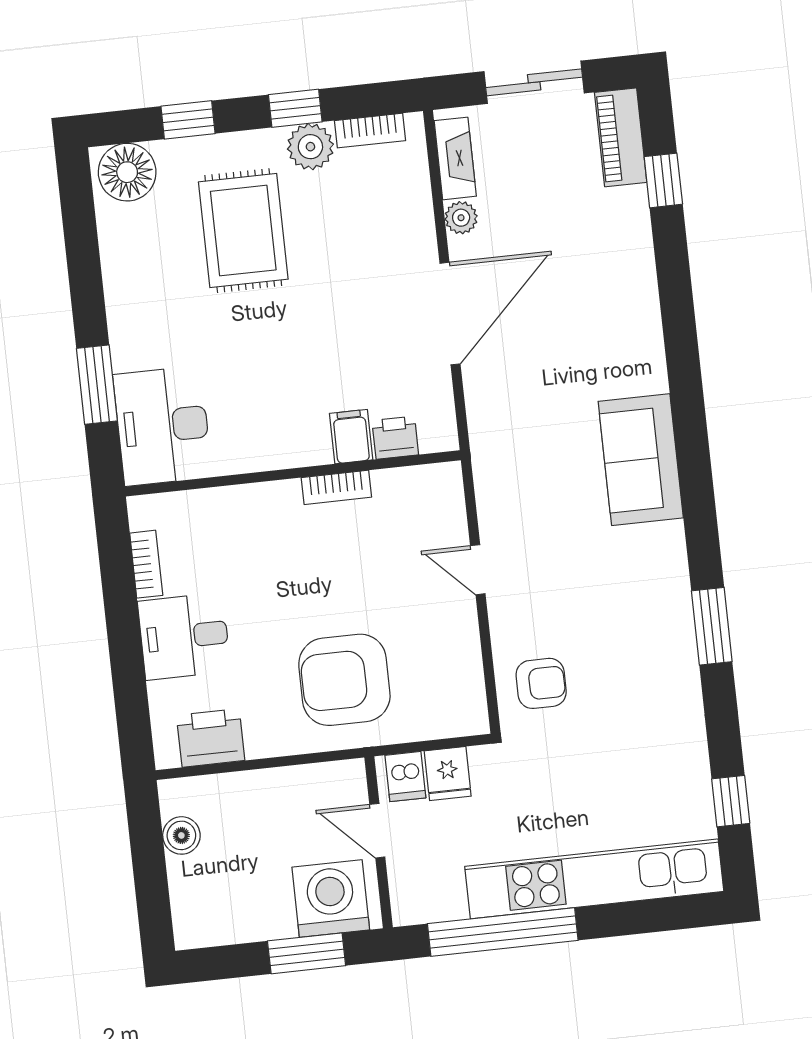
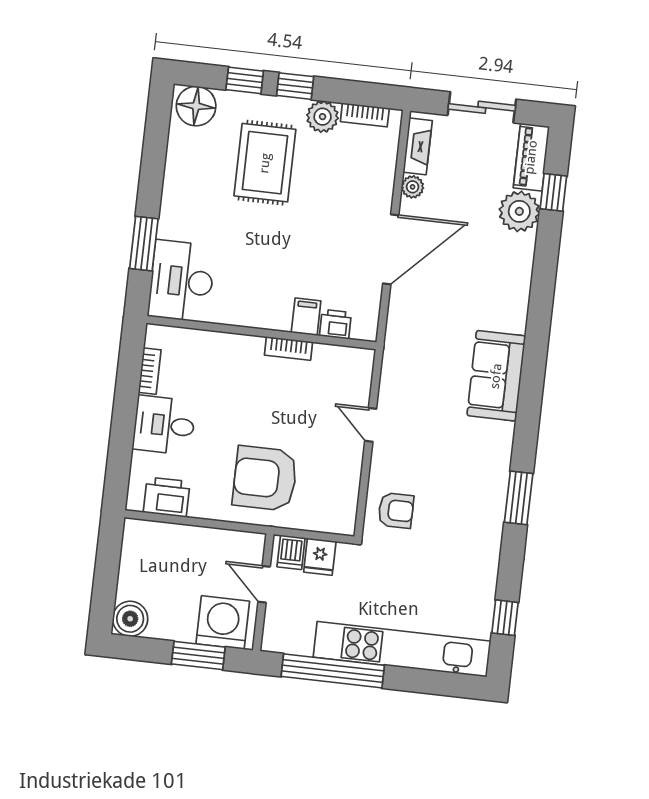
window: (295, 108) -> (295, 86), moved
plant: (621, 218) -> (519, 211), added
boiler: (181, 835) -> (130, 619), moved, width x1.36, depth x1.36

